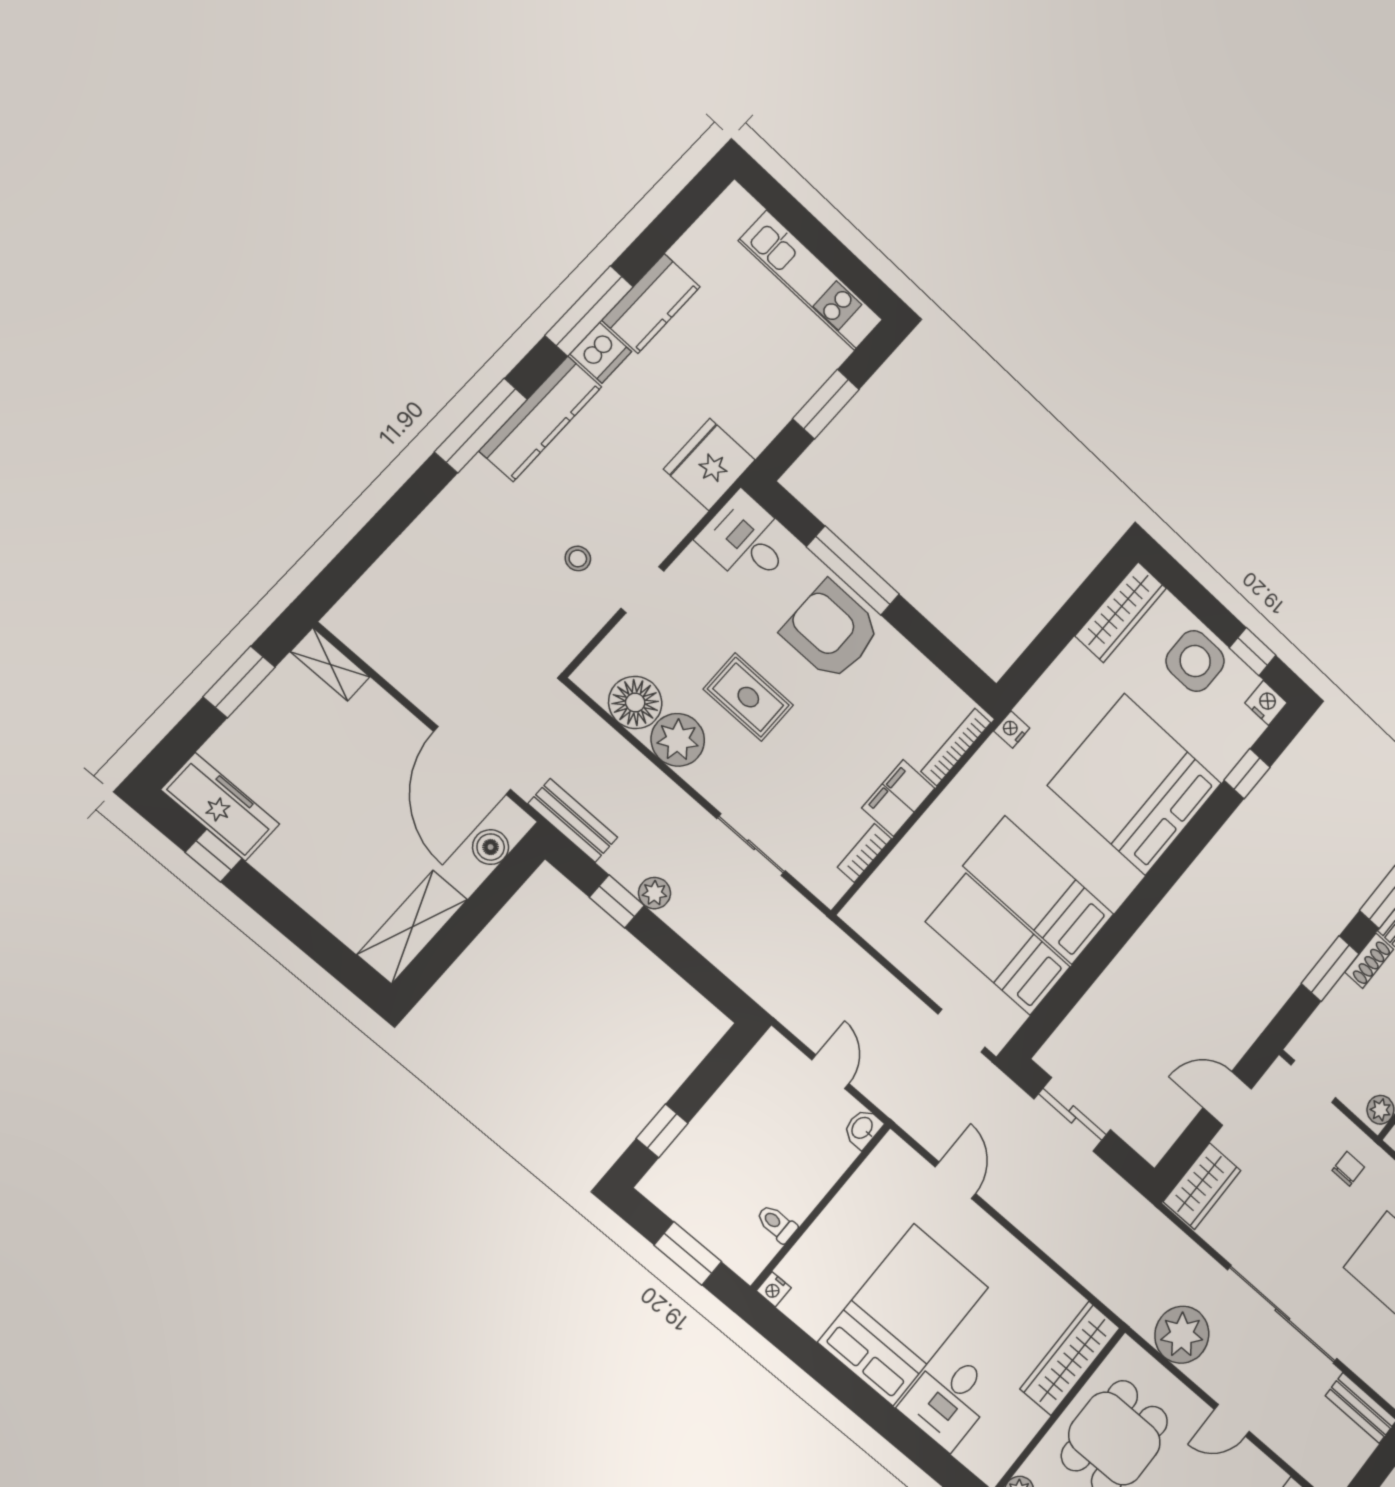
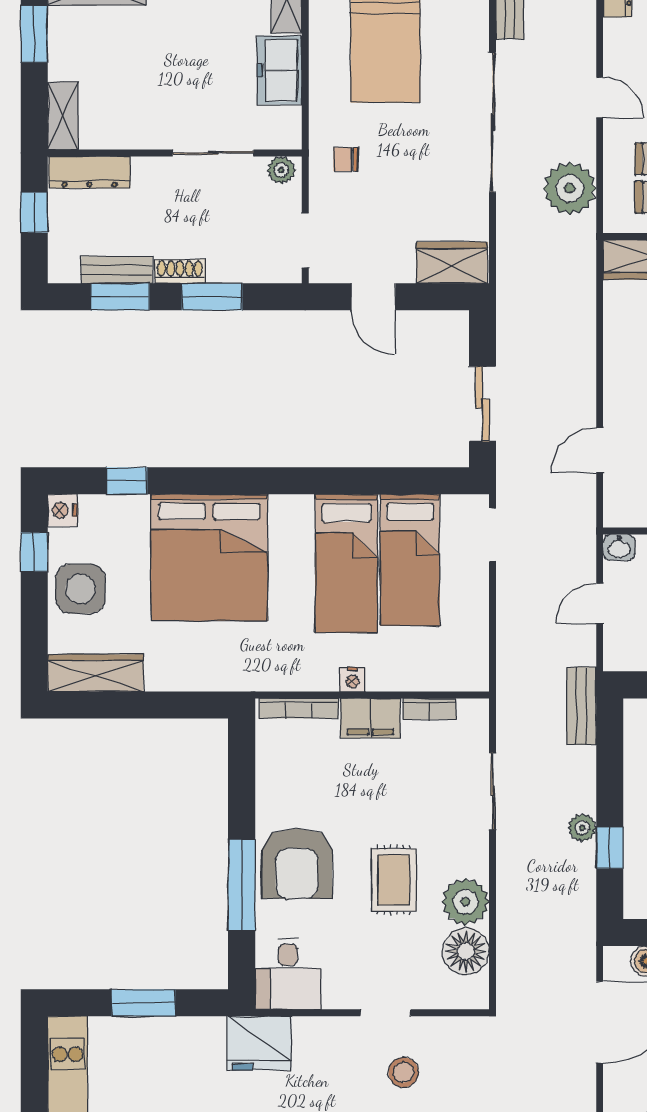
stool: (578, 558) -> (404, 1072), width x1.37, depth x1.37
nightstand: (1012, 729) -> (352, 679), moved
bench: (573, 821) -> (581, 706), moved

